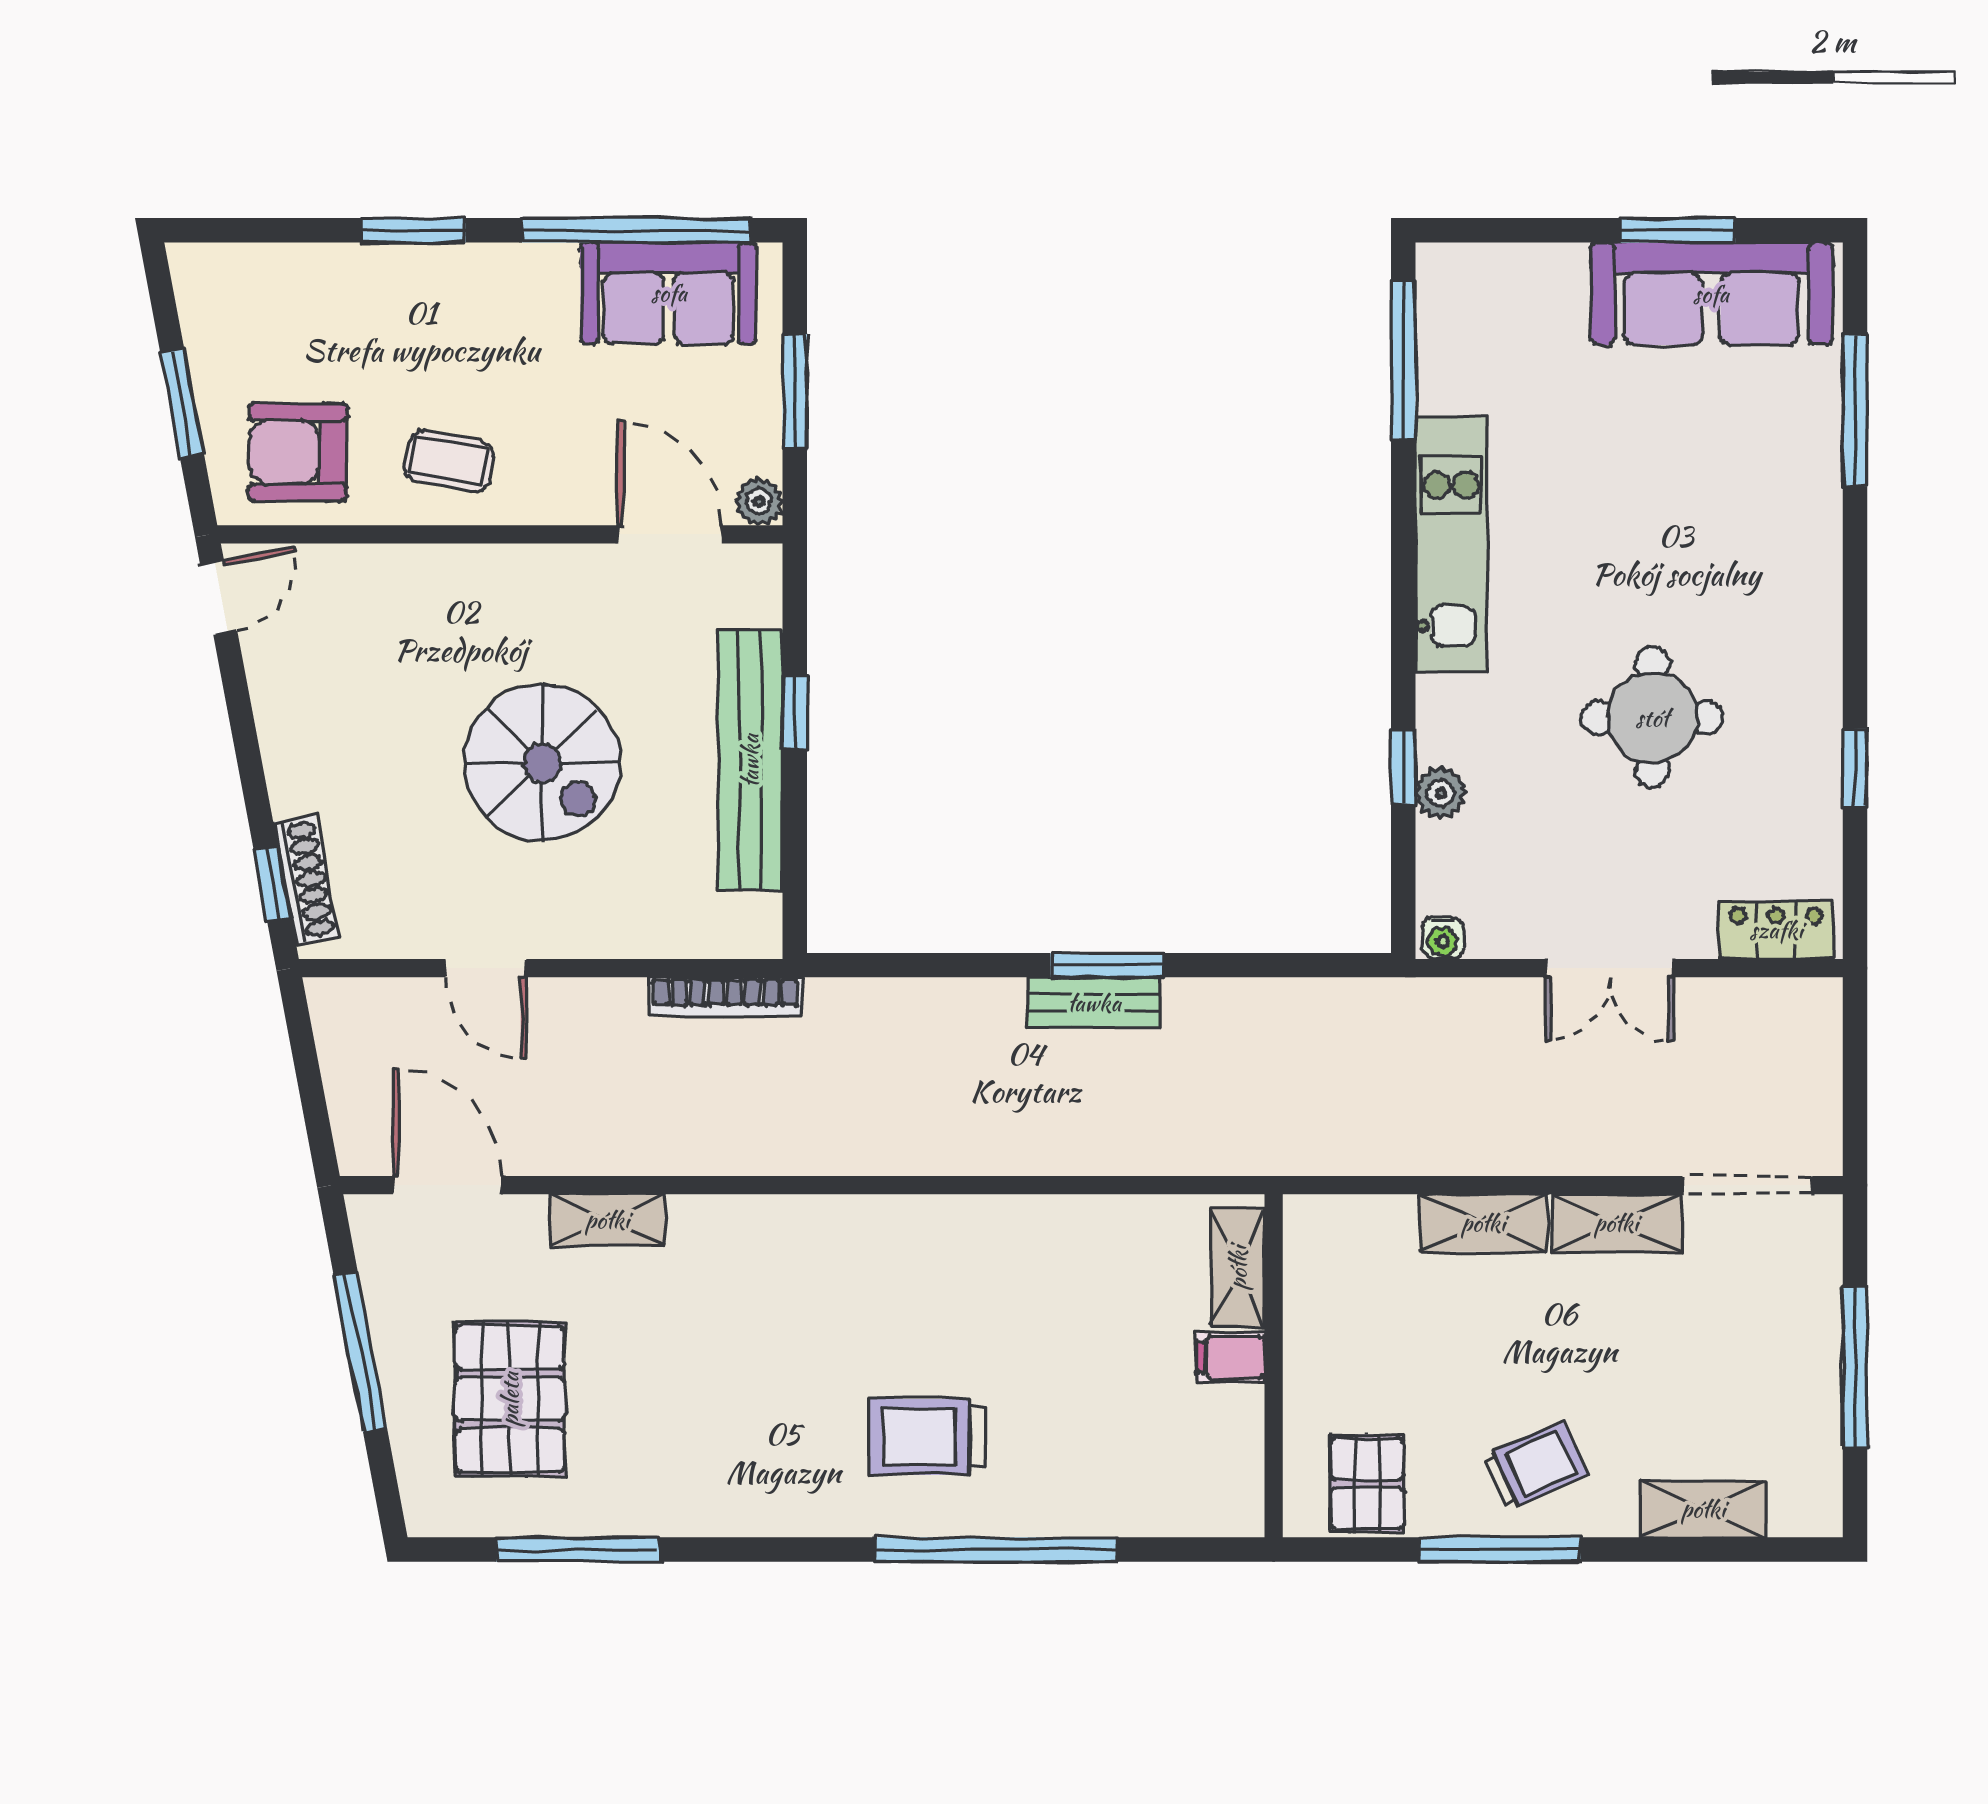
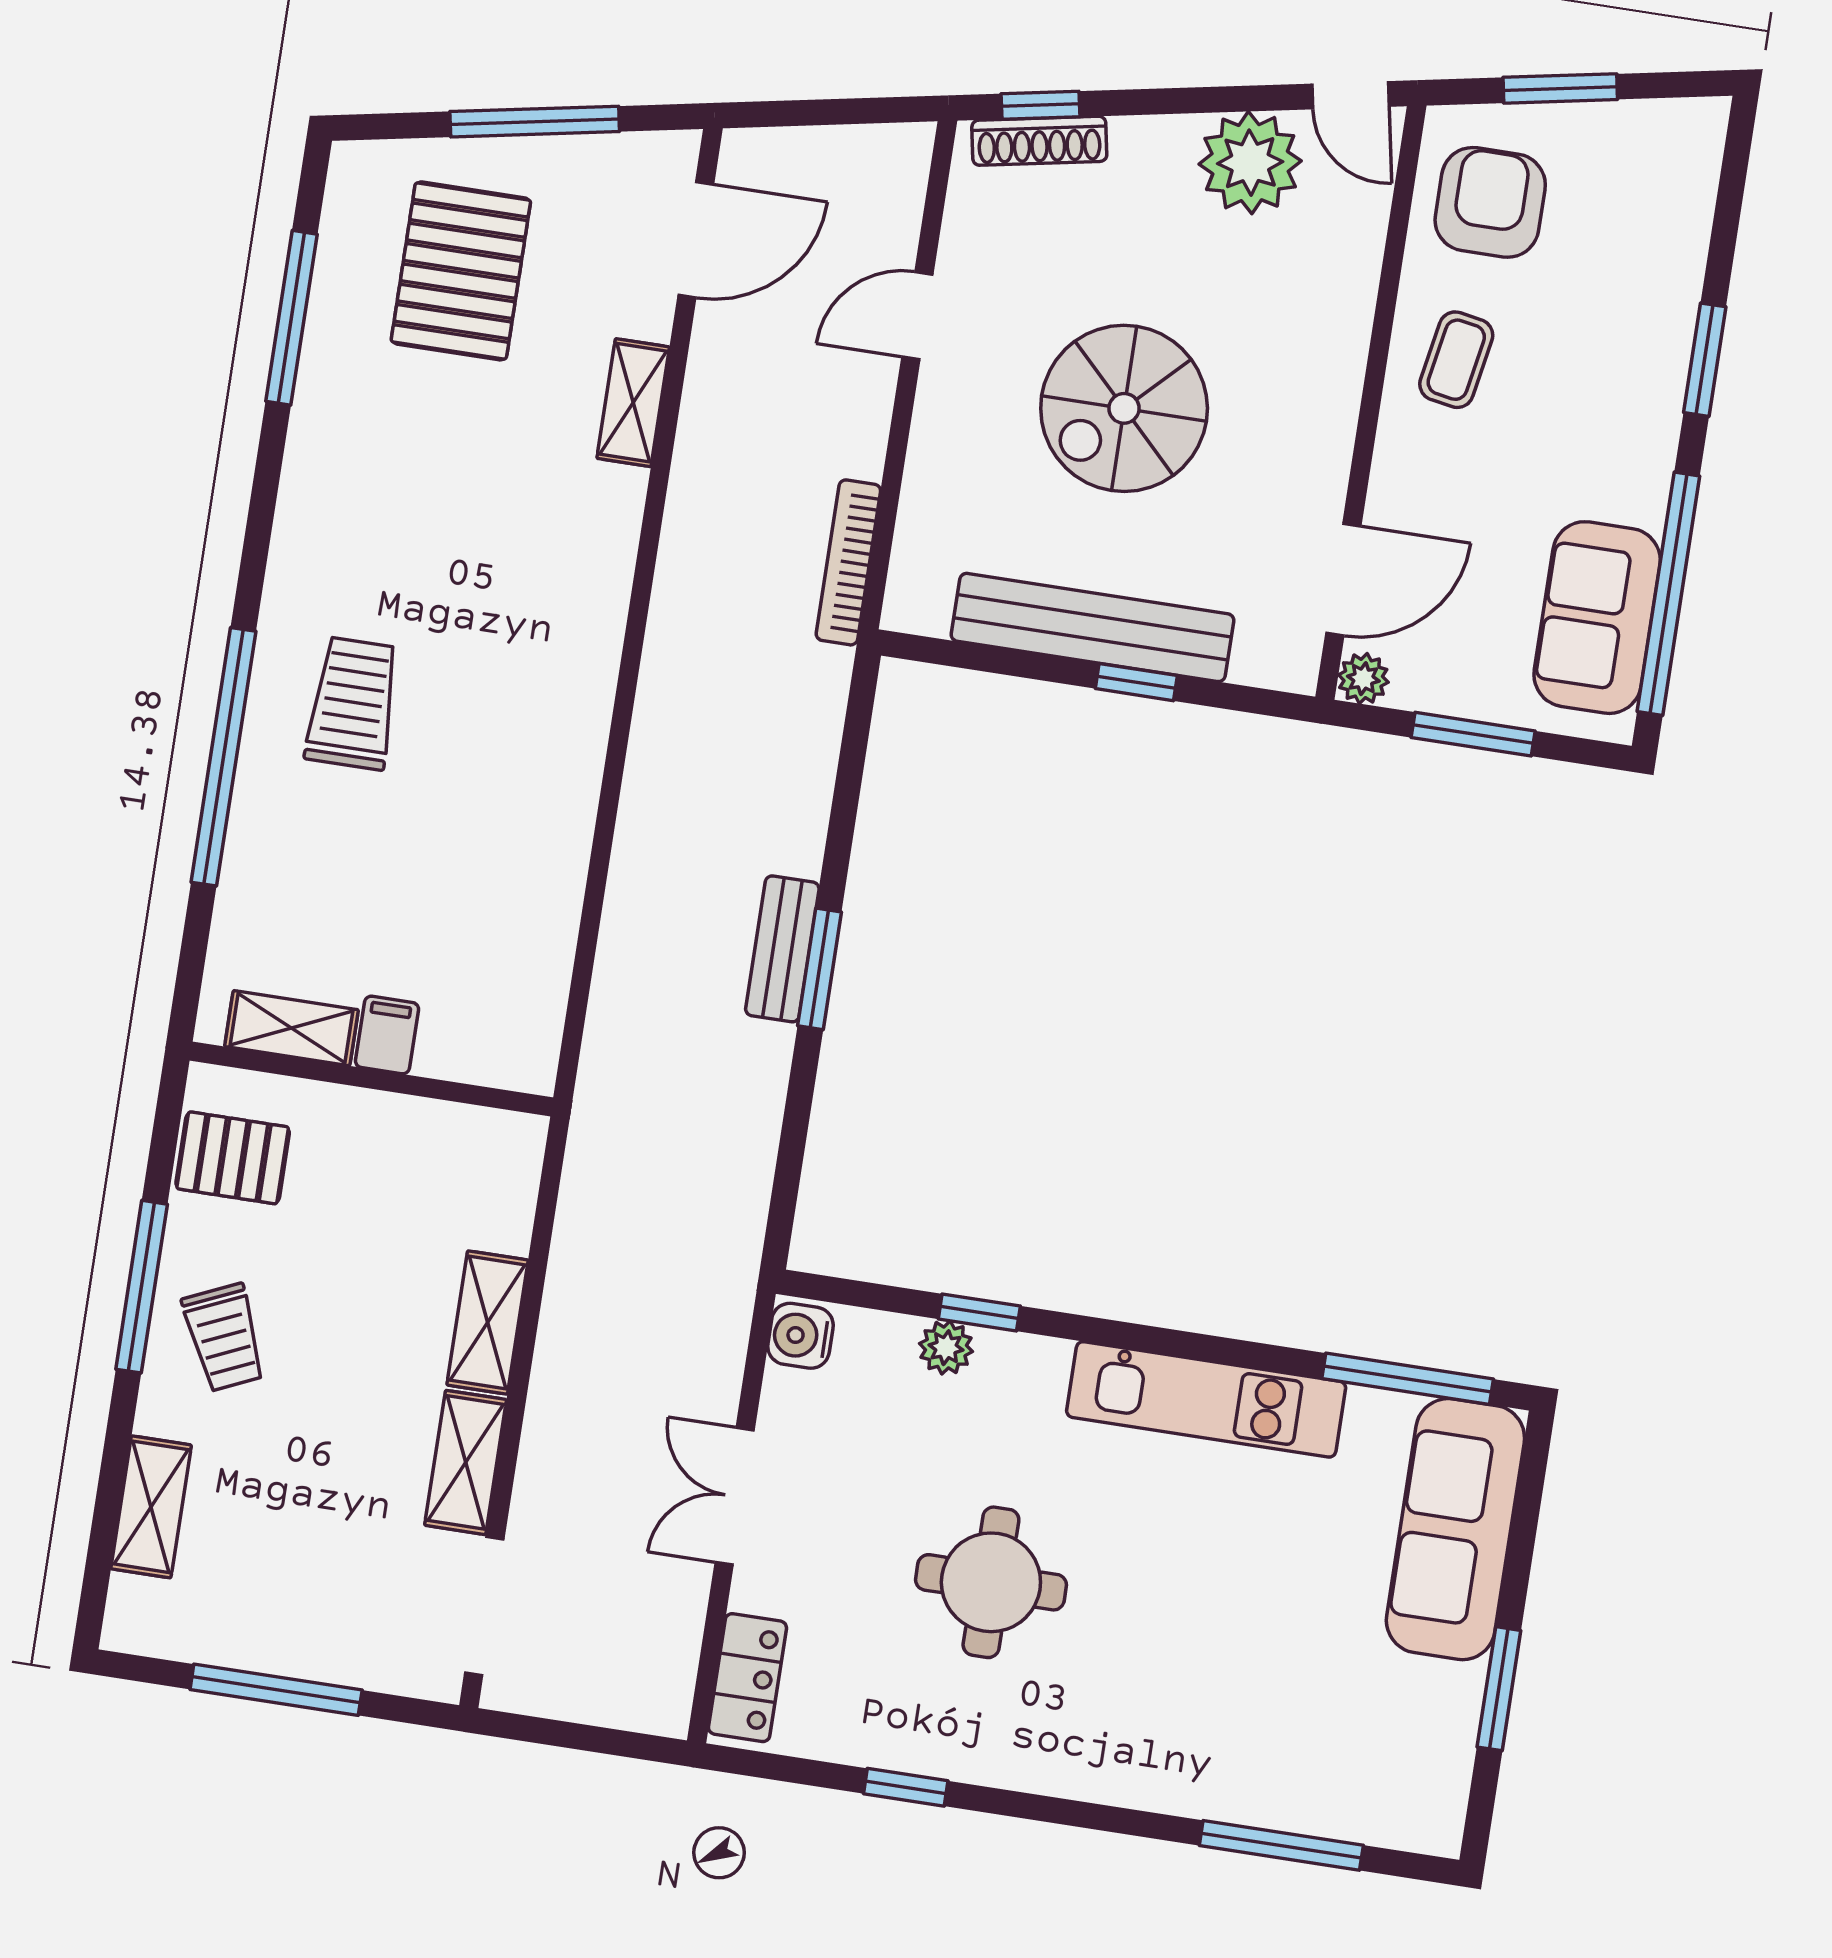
sofa: (1711, 294) -> (1455, 1529), moved
plant: (296, 681) -> (1250, 163), added
water cooler: (1443, 938) -> (800, 1336), width x1.38, depth x1.38
shelving: (1238, 1268) -> (291, 1028), moved
pallet: (510, 1399) -> (461, 271), turned 90

